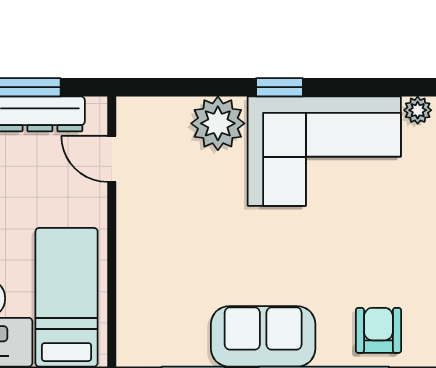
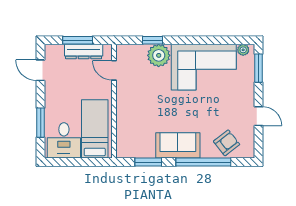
window: (279, 87) -> (153, 40), moved
armchair: (378, 330) -> (227, 143), turned 52

